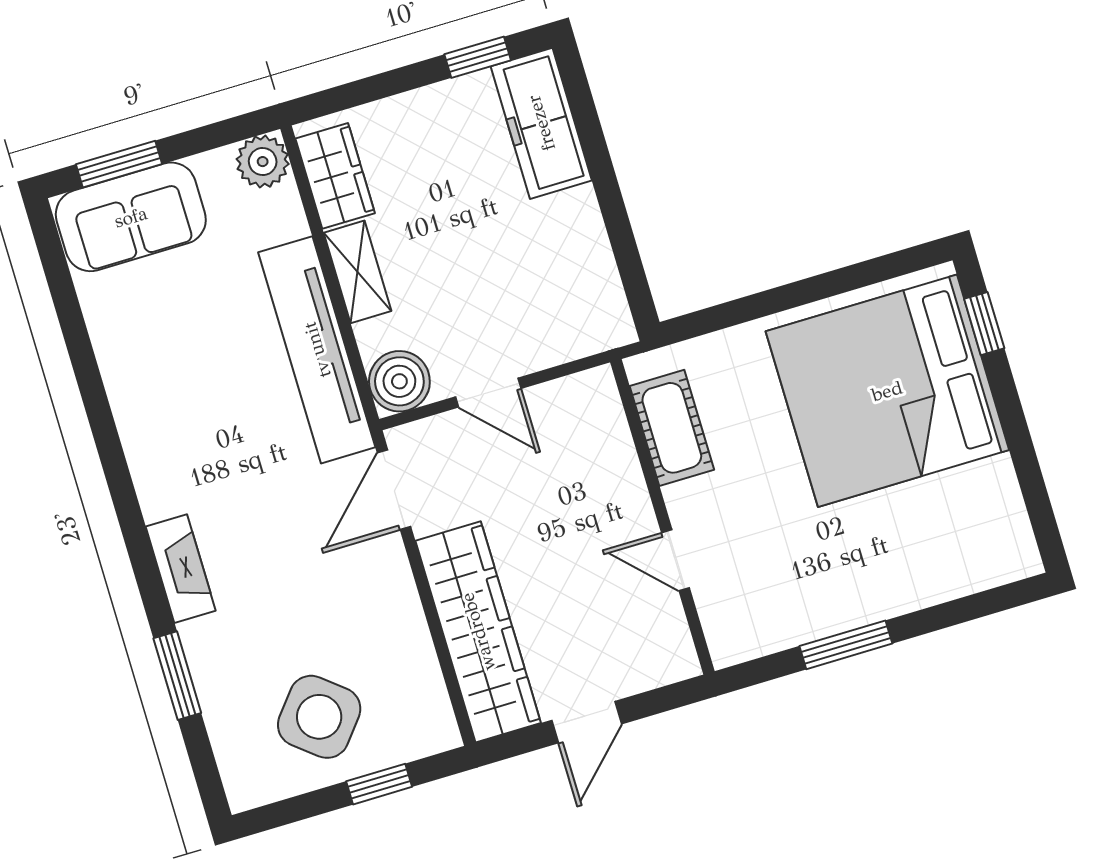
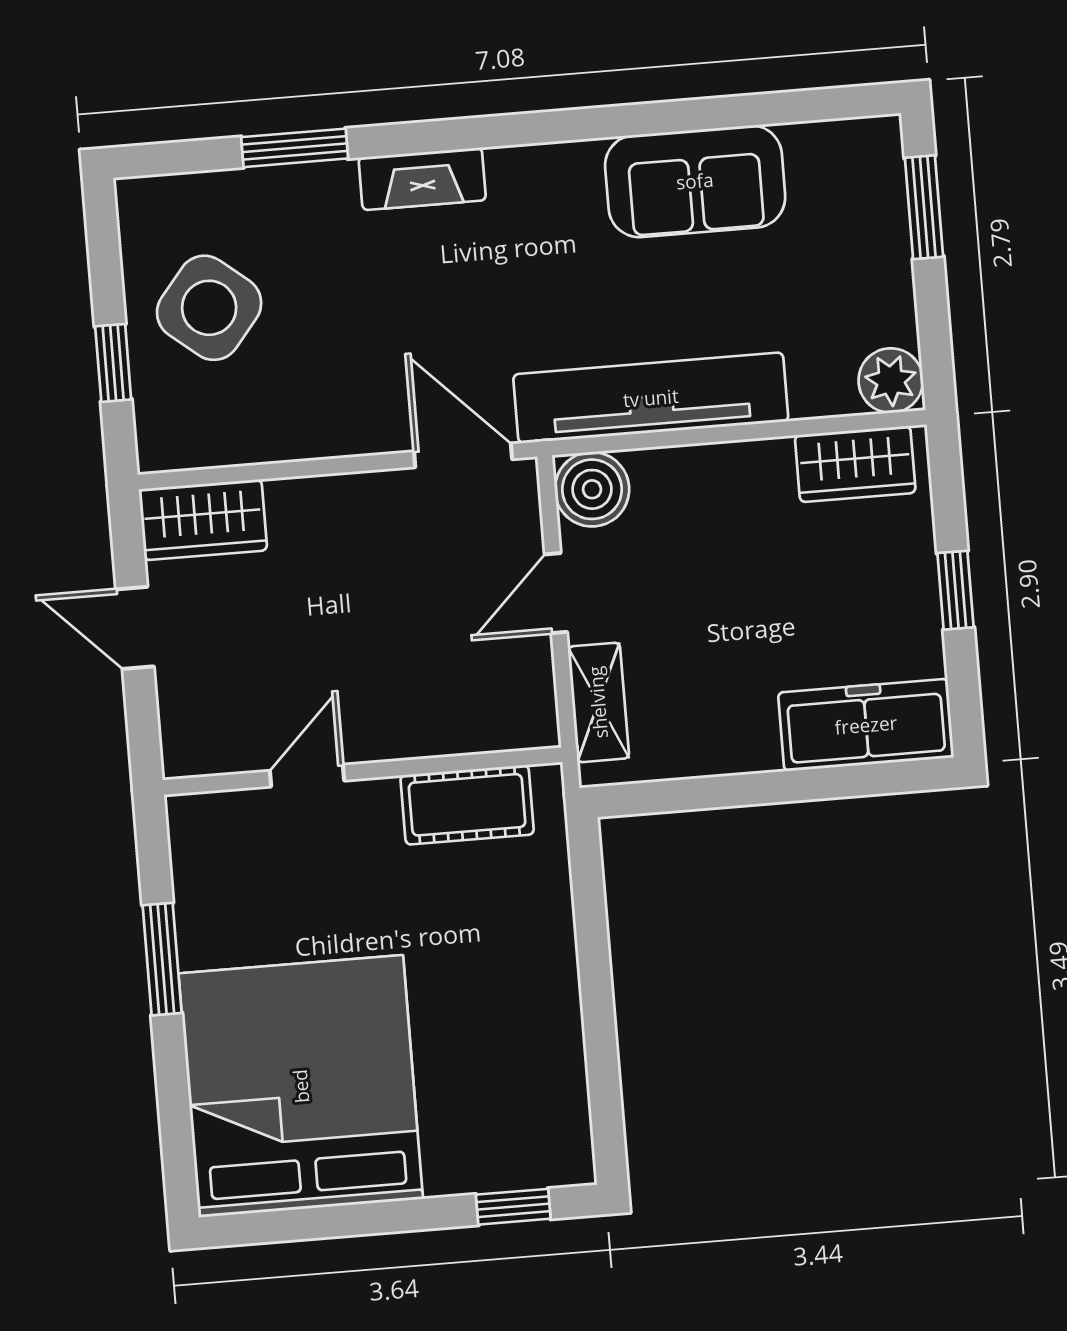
window: (478, 57) -> (955, 590), moved
sofa: (131, 217) -> (695, 181), moved, turned -90
shelving: (357, 272) -> (598, 702), moved, turned 90
bed: (887, 391) -> (301, 1086), moved
wardrobe: (478, 632) -> (203, 520), width x0.48, depth x0.85

